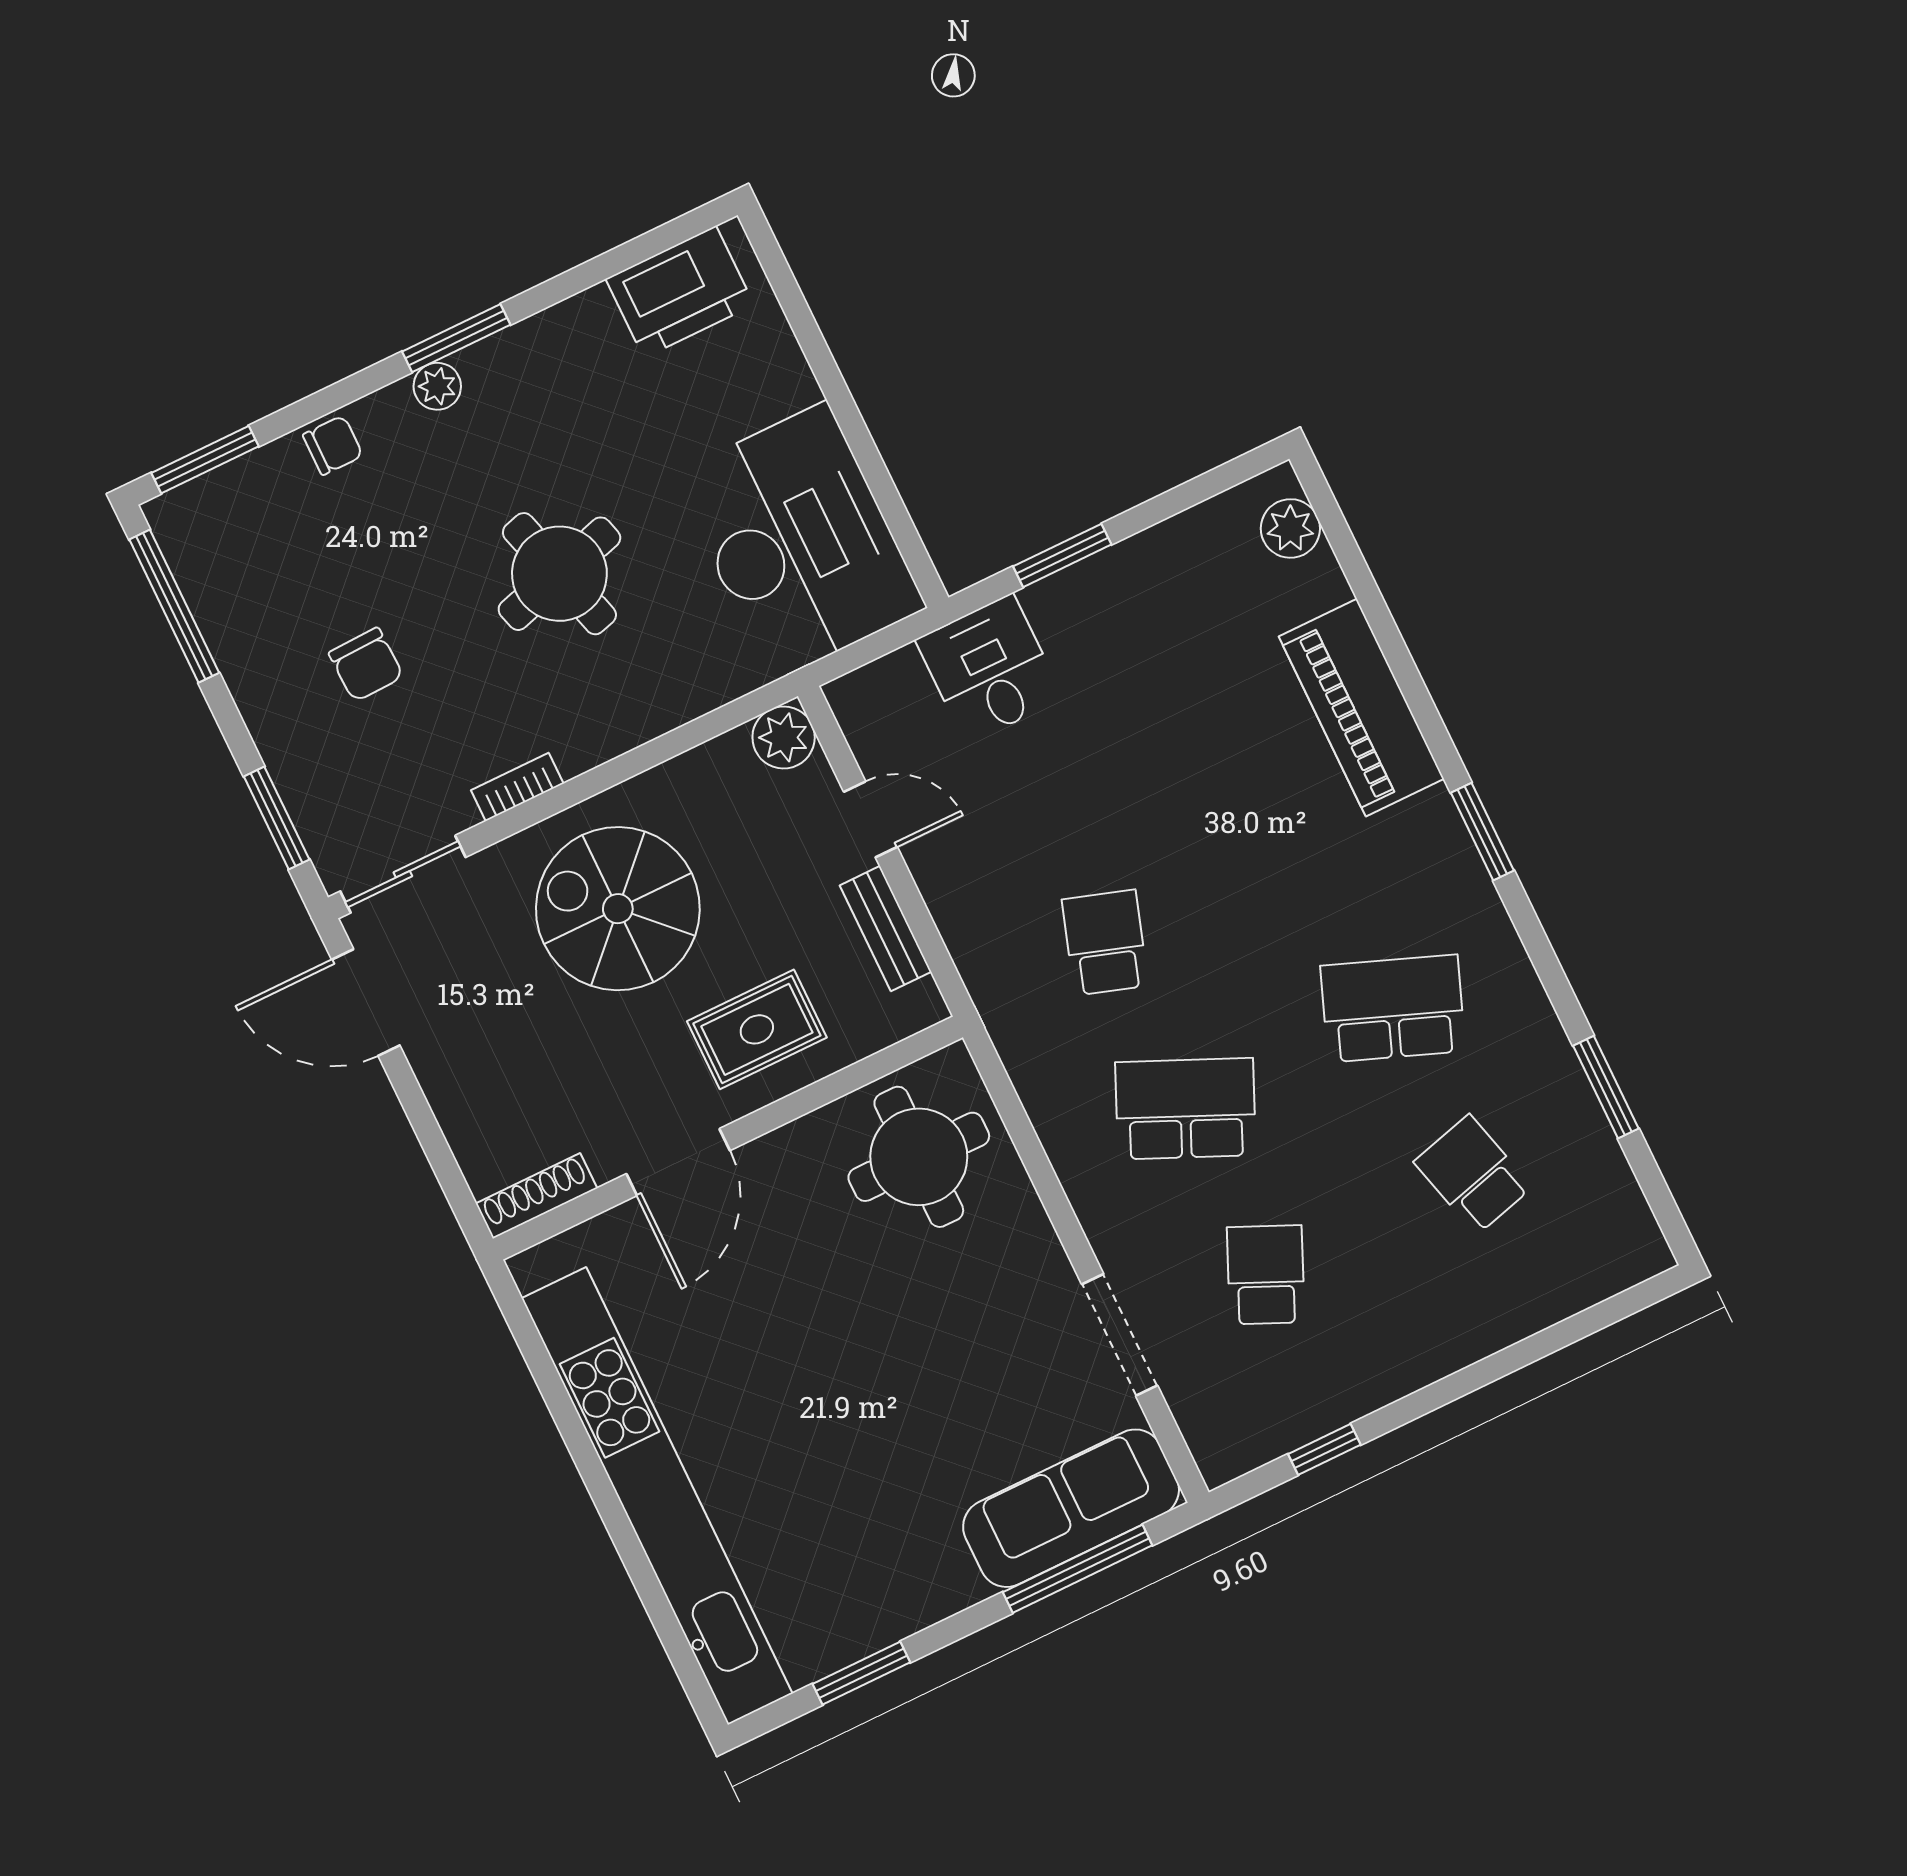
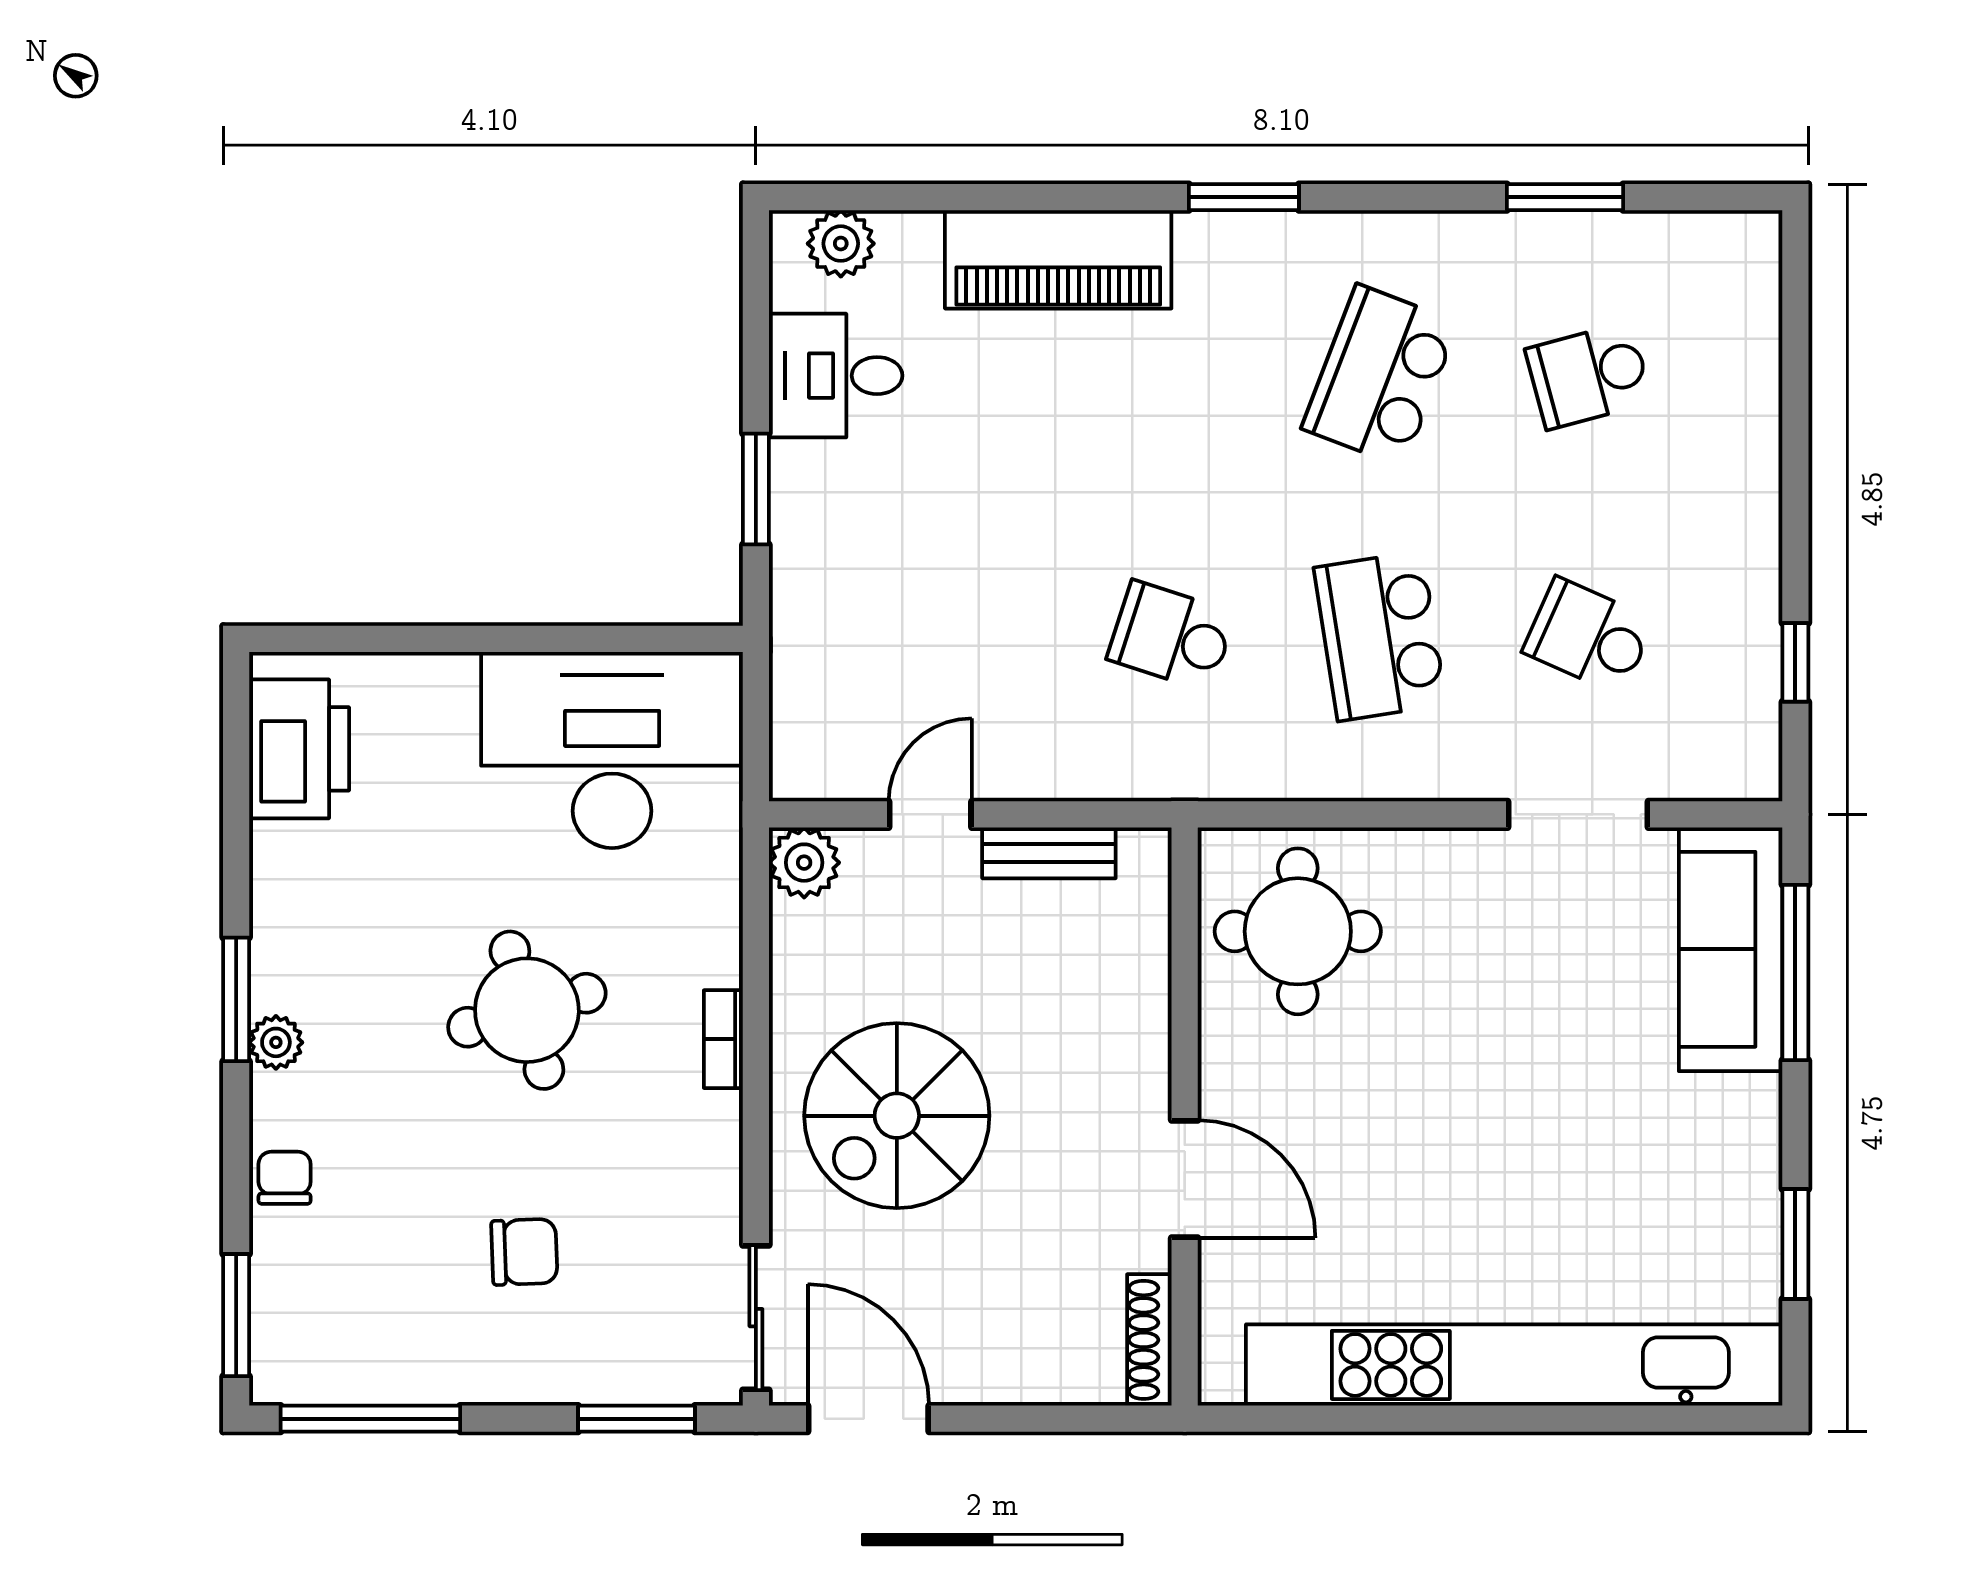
desk: (989, 669) -> (836, 376), moved
bookcase: (517, 787) -> (723, 1039), moved
door: (366, 1003) -> (868, 1419), swing flipped
rug: (757, 1029) -> (1088, 1034), removed
school desk: (1185, 1109) -> (1380, 636), turned -33

